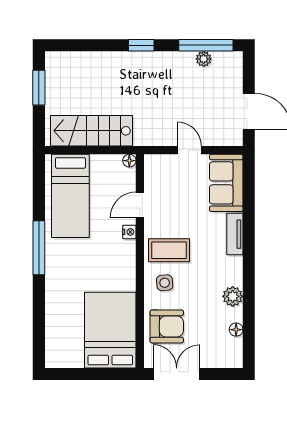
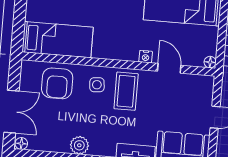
bed: (110, 330) -> (58, 40), width x0.67
floor lamp: (236, 330) -> (21, 144), moved
double door: (177, 374) -> (11, 112), moved

